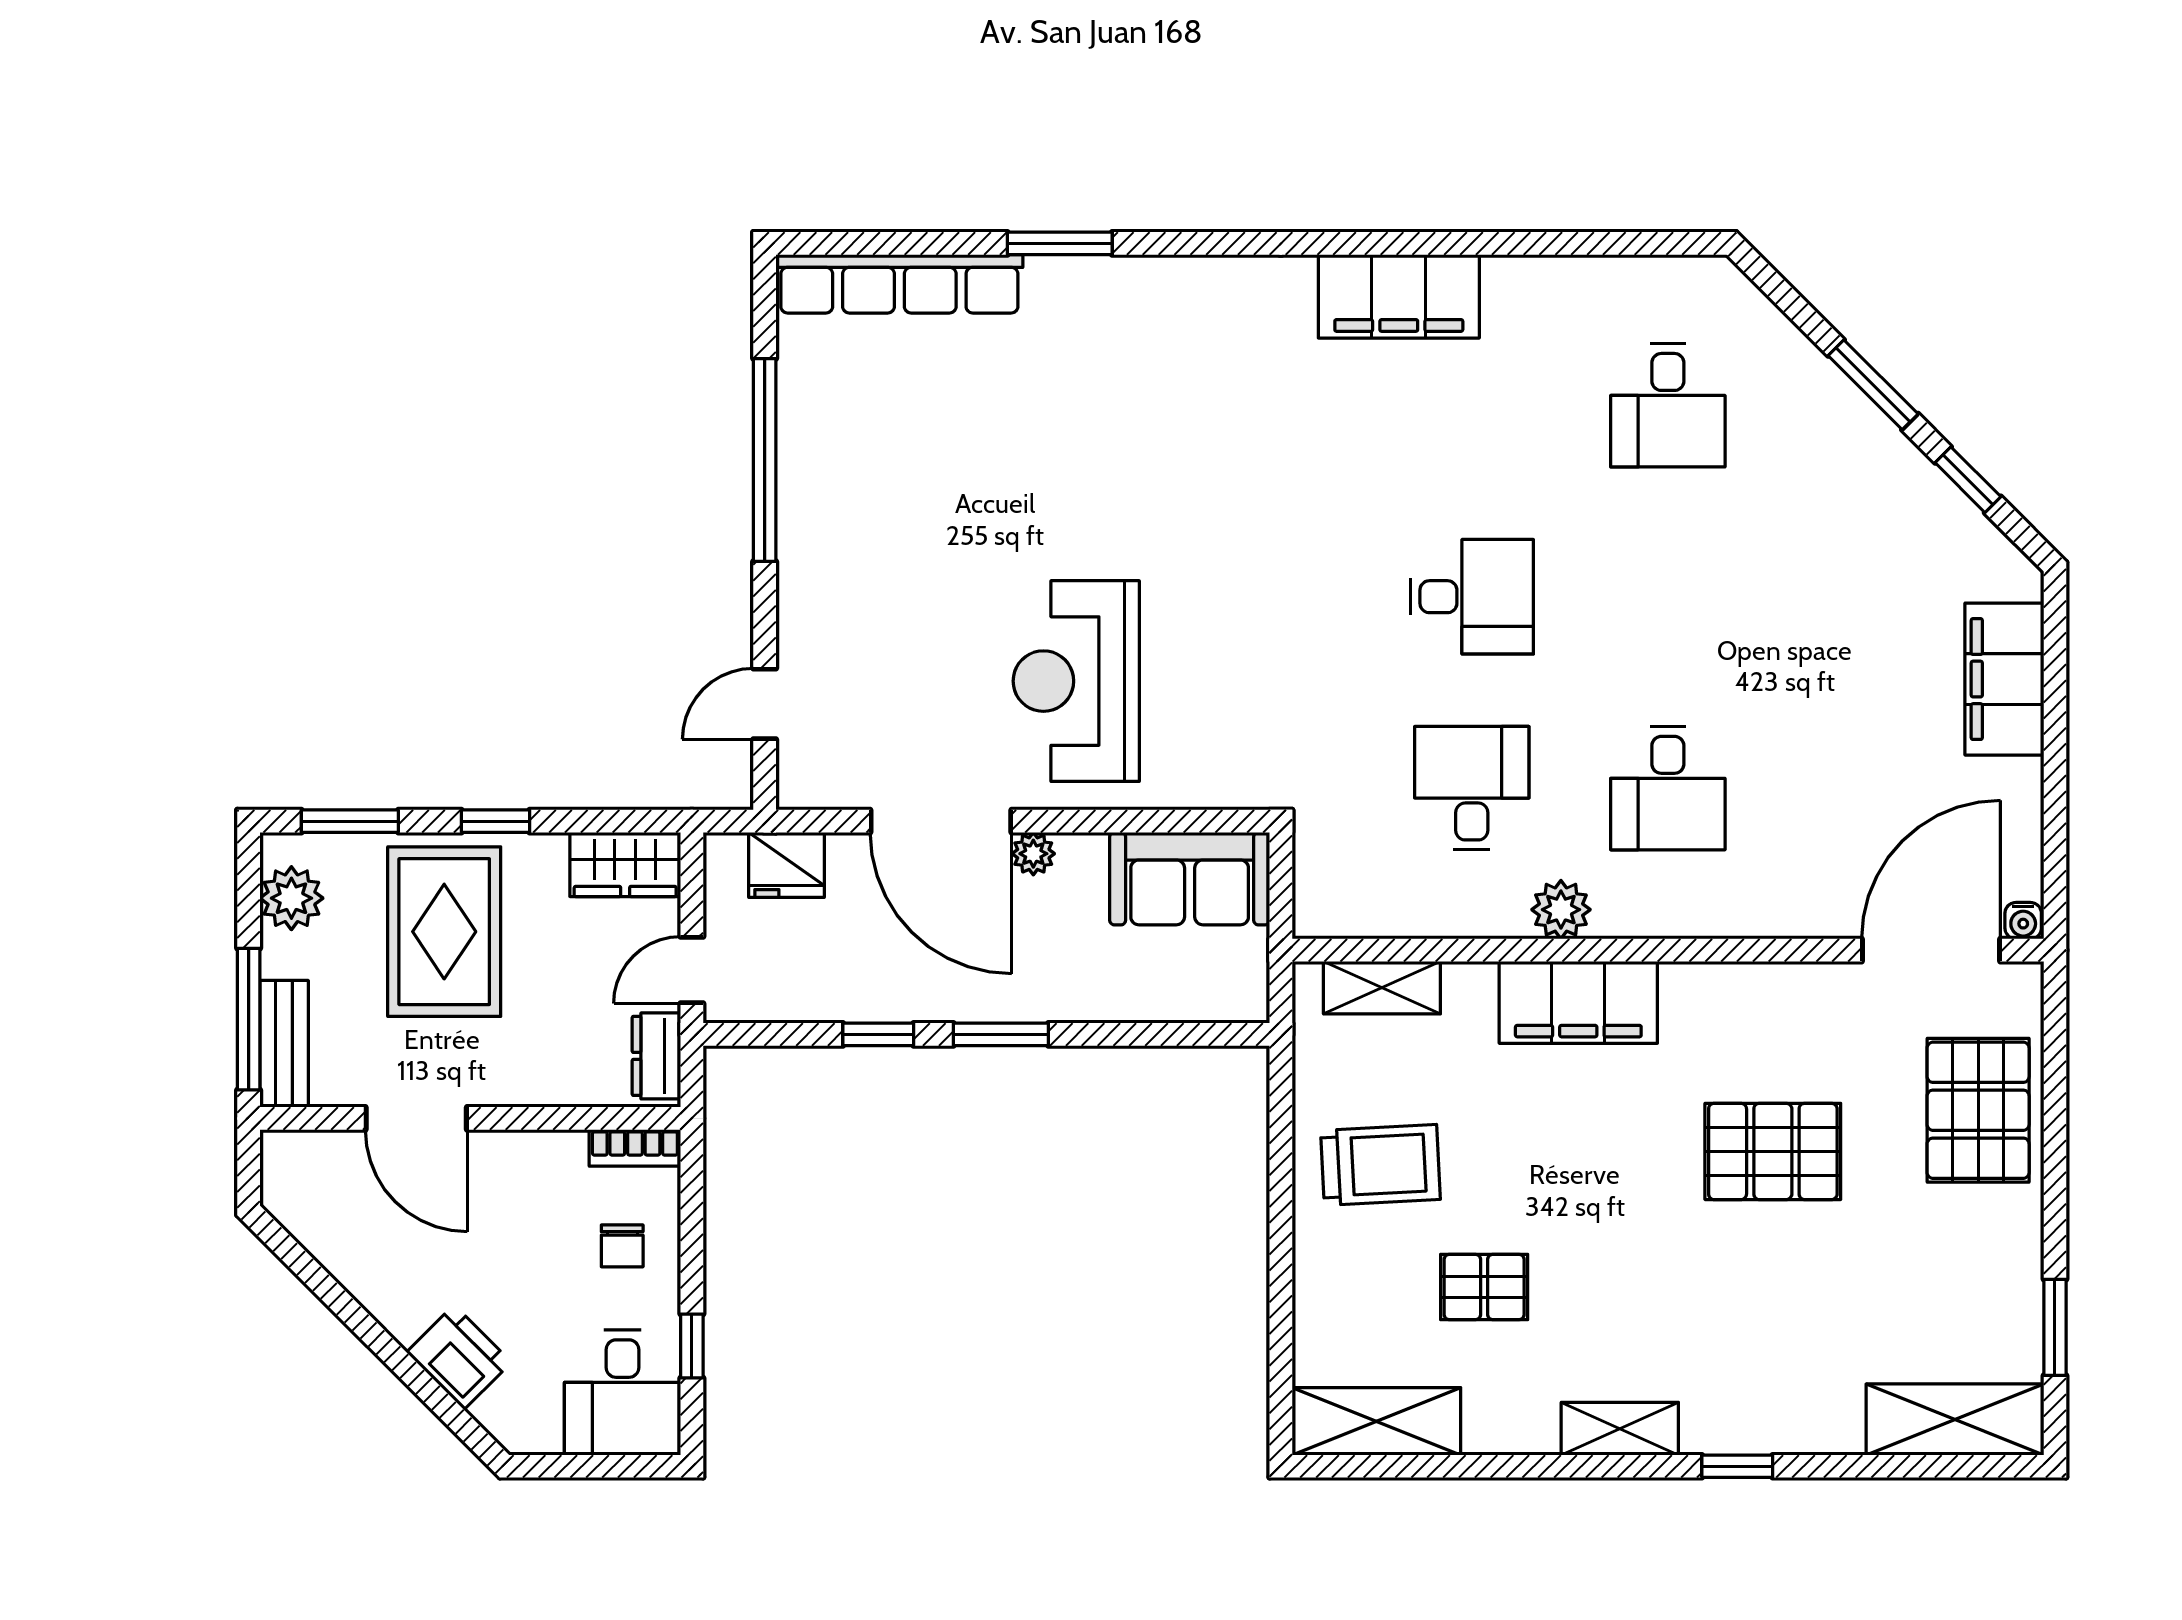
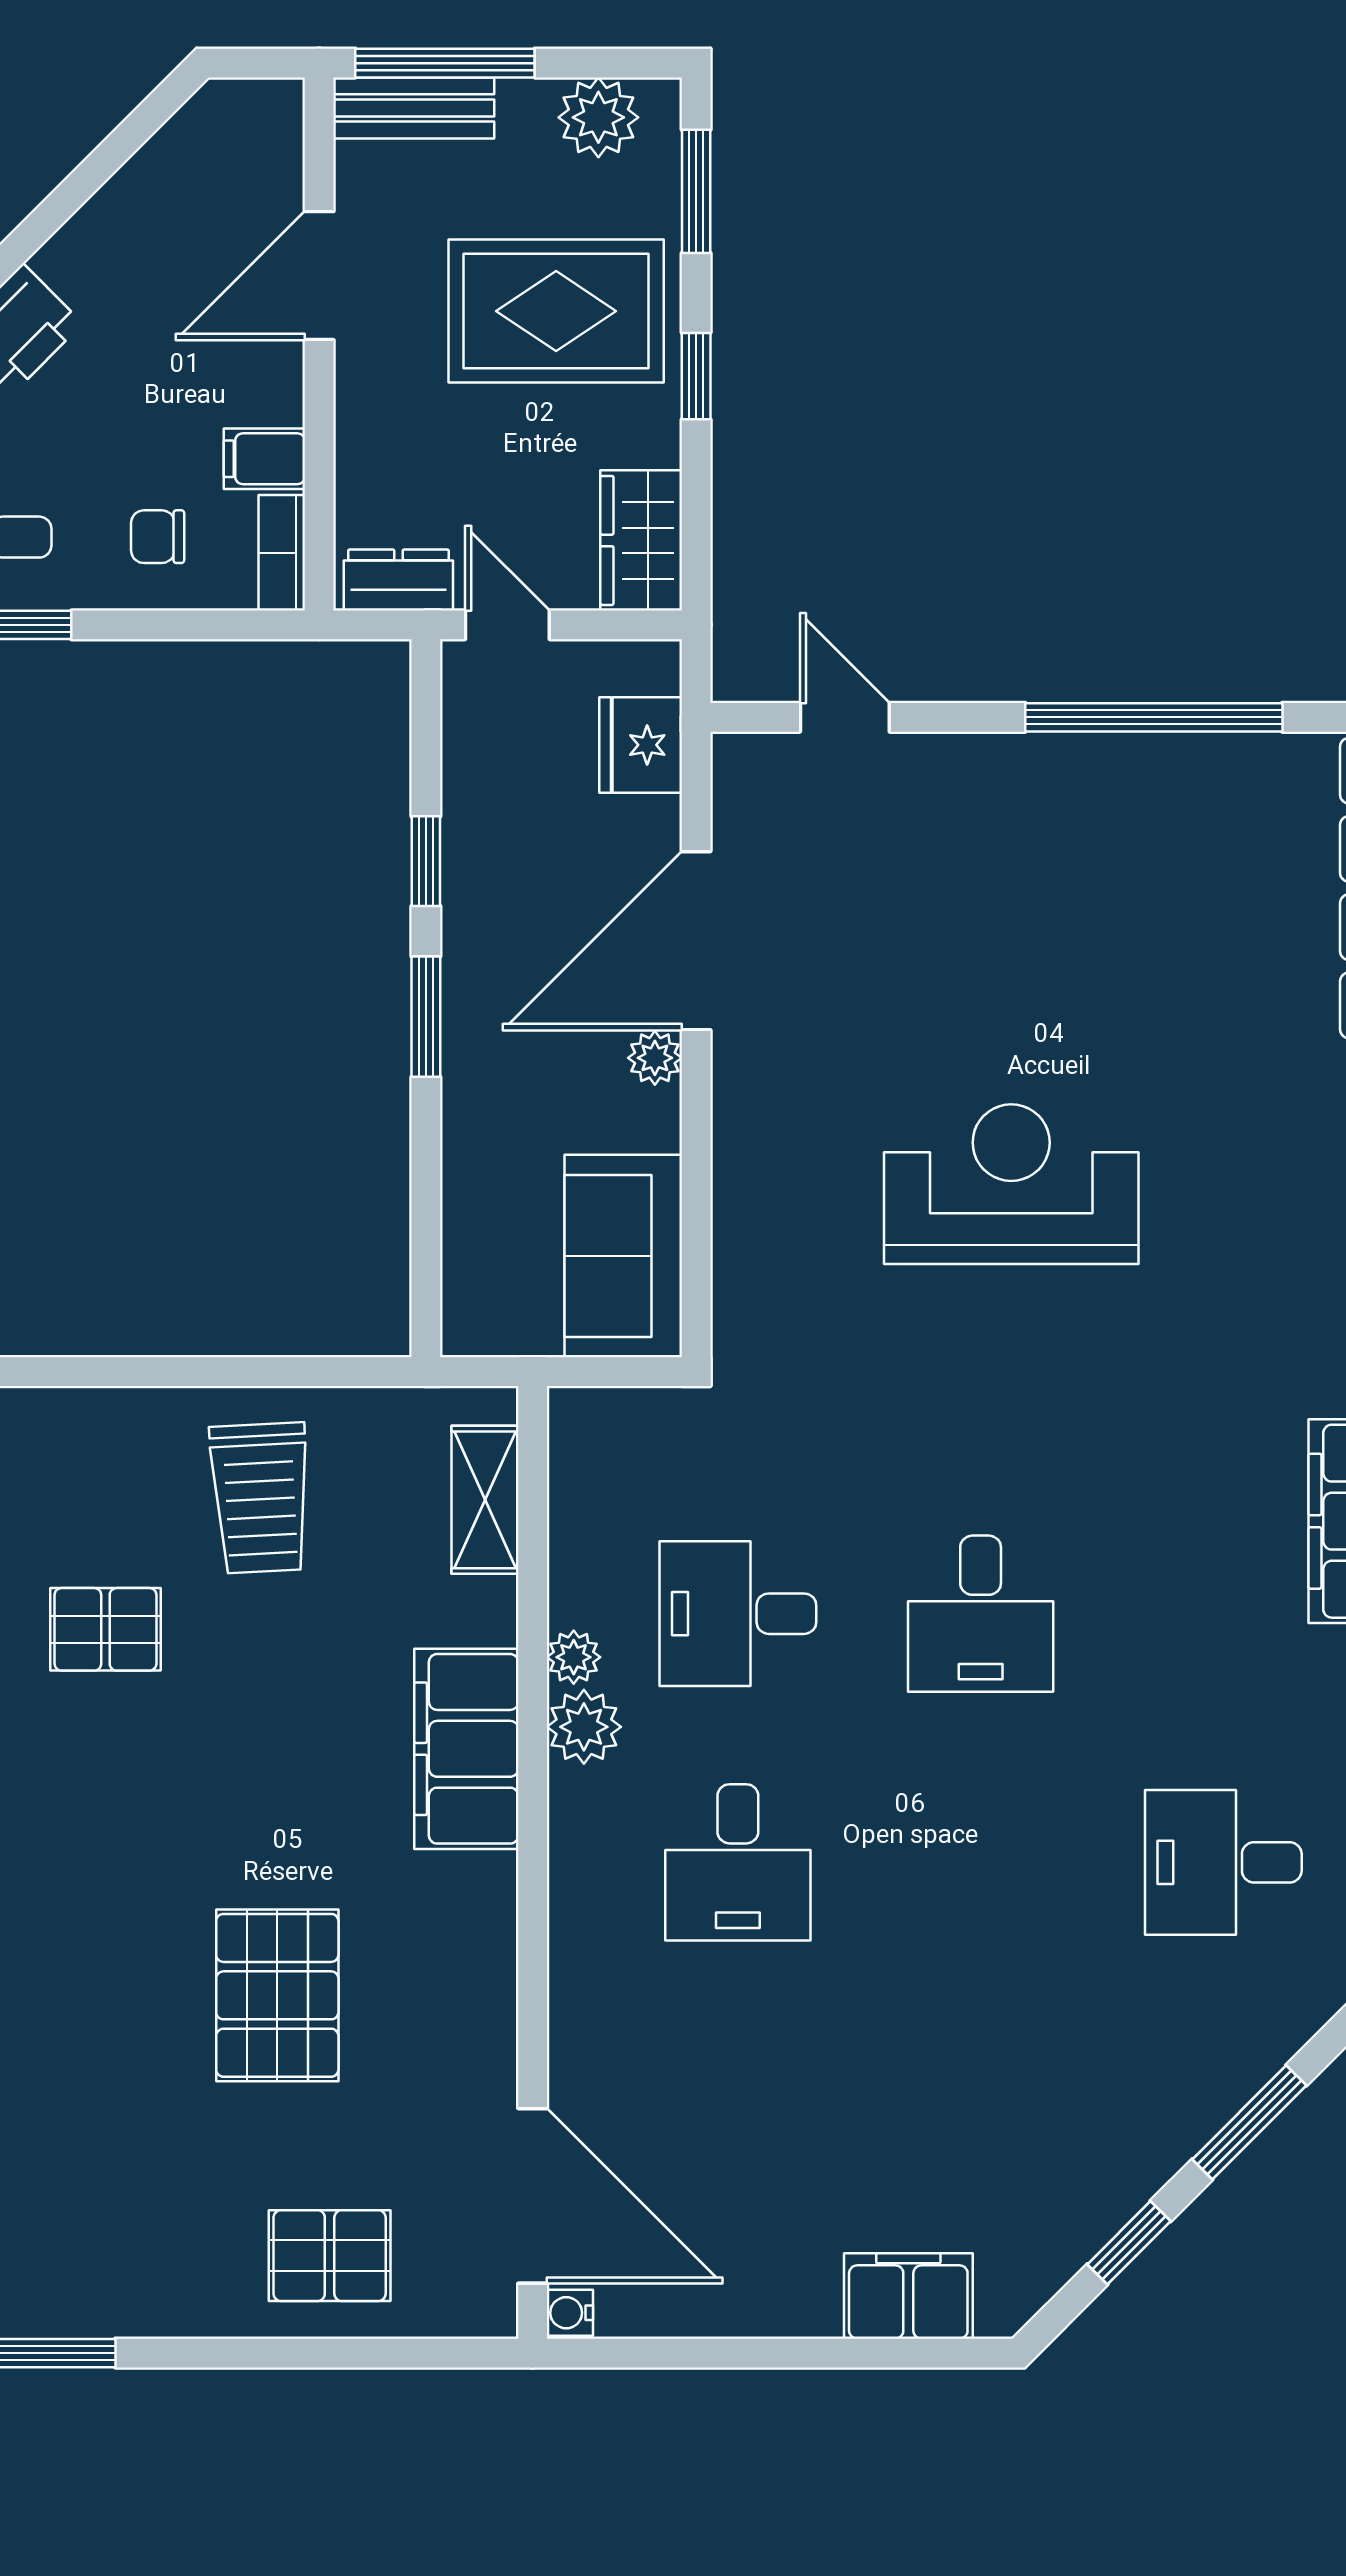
filing cabinet: (2004, 679) -> (908, 2296), width x0.67, depth x0.86
reception desk: (1076, 681) -> (1011, 1184), moved
desk: (1472, 788) -> (738, 1614), turned 180
desk: (1668, 788) -> (738, 1862), turned -90
plant: (1506, 918) -> (574, 1657), added
pallet: (1978, 1110) -> (330, 2256), width x0.67, depth x0.71
filing cabinet: (561, 1162) -> (264, 459), added
pallet: (1484, 1287) -> (105, 1629), turned 90

